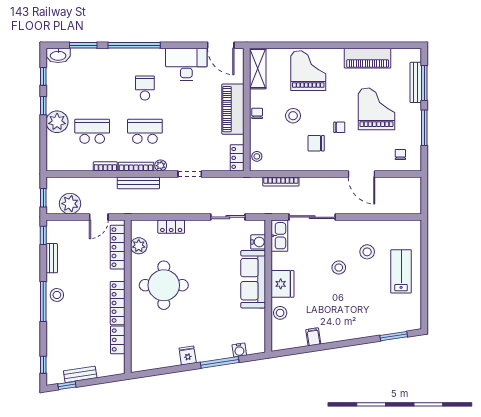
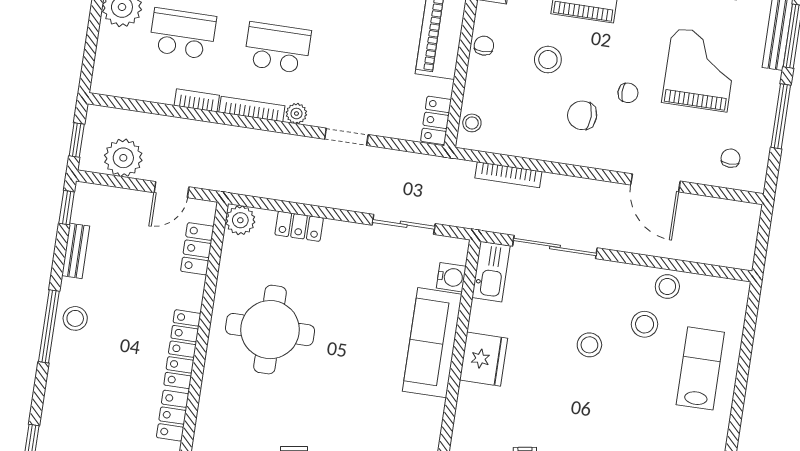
bench: (138, 183) -> (252, 139), removed
plant: (139, 246) -> (240, 220), moved
locker: (118, 247) -> (197, 249), width x0.66
stool: (280, 313) -> (667, 287), moved

